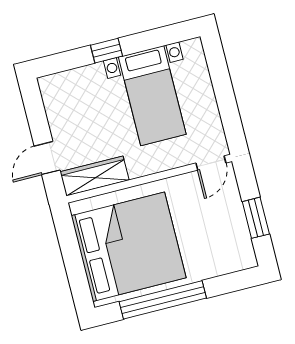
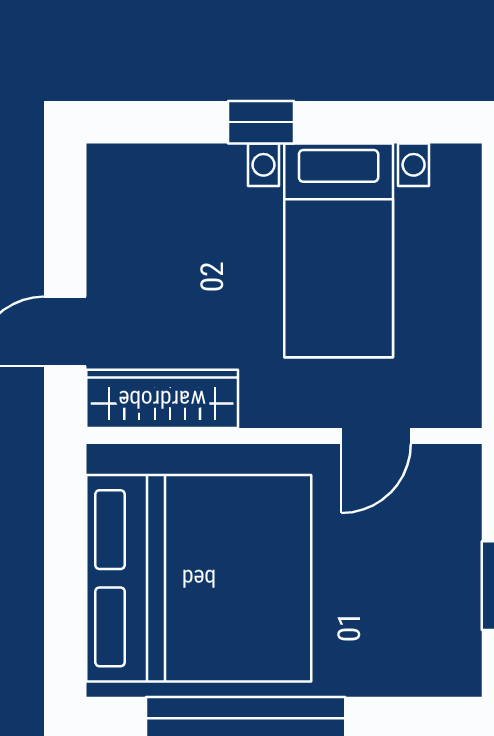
door: (211, 163) -> (376, 436), moved

